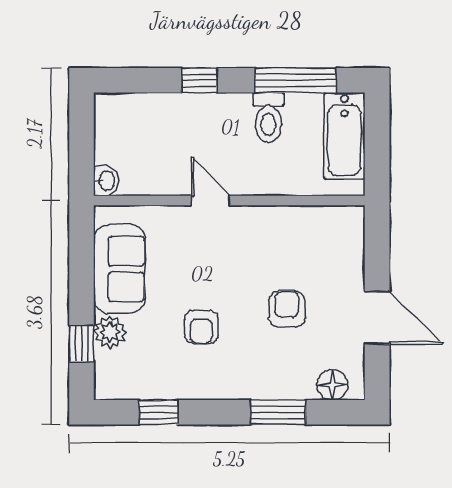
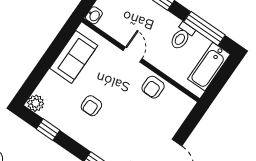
armchair: (287, 309) -> (153, 87), moved, turned 180
plant: (110, 332) -> (36, 103), moved
window: (82, 343) -> (35, 77), removed

